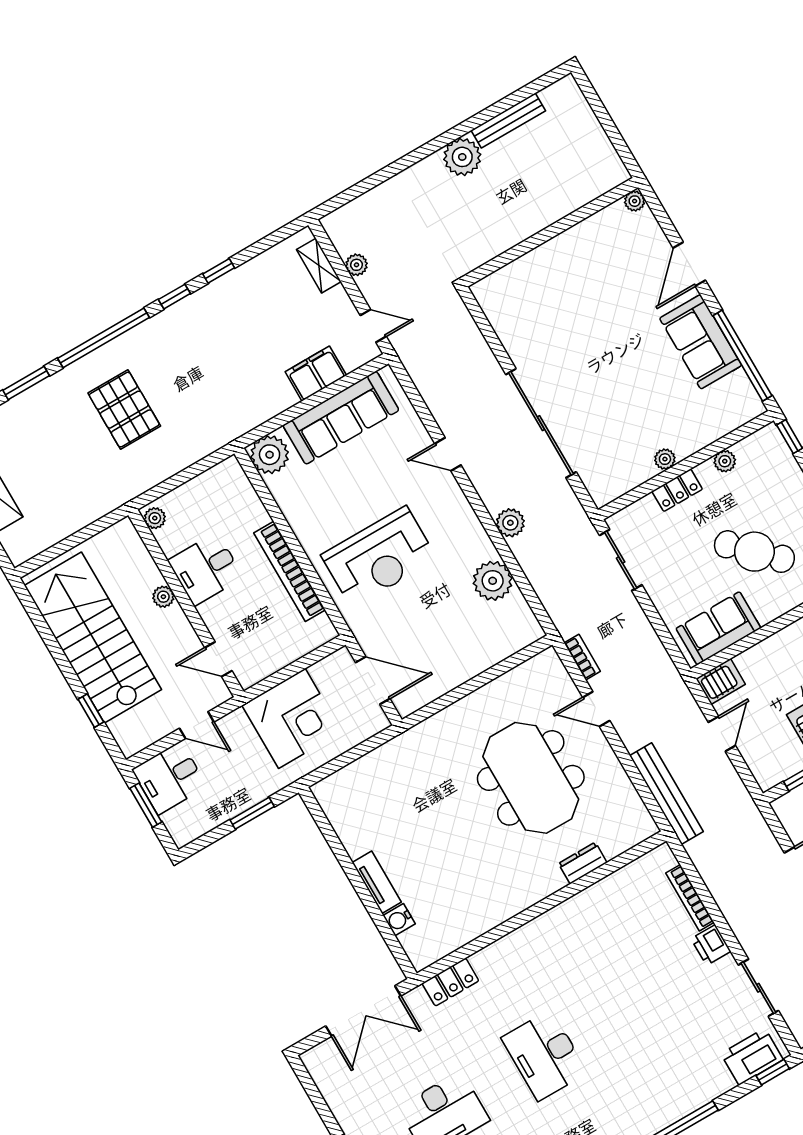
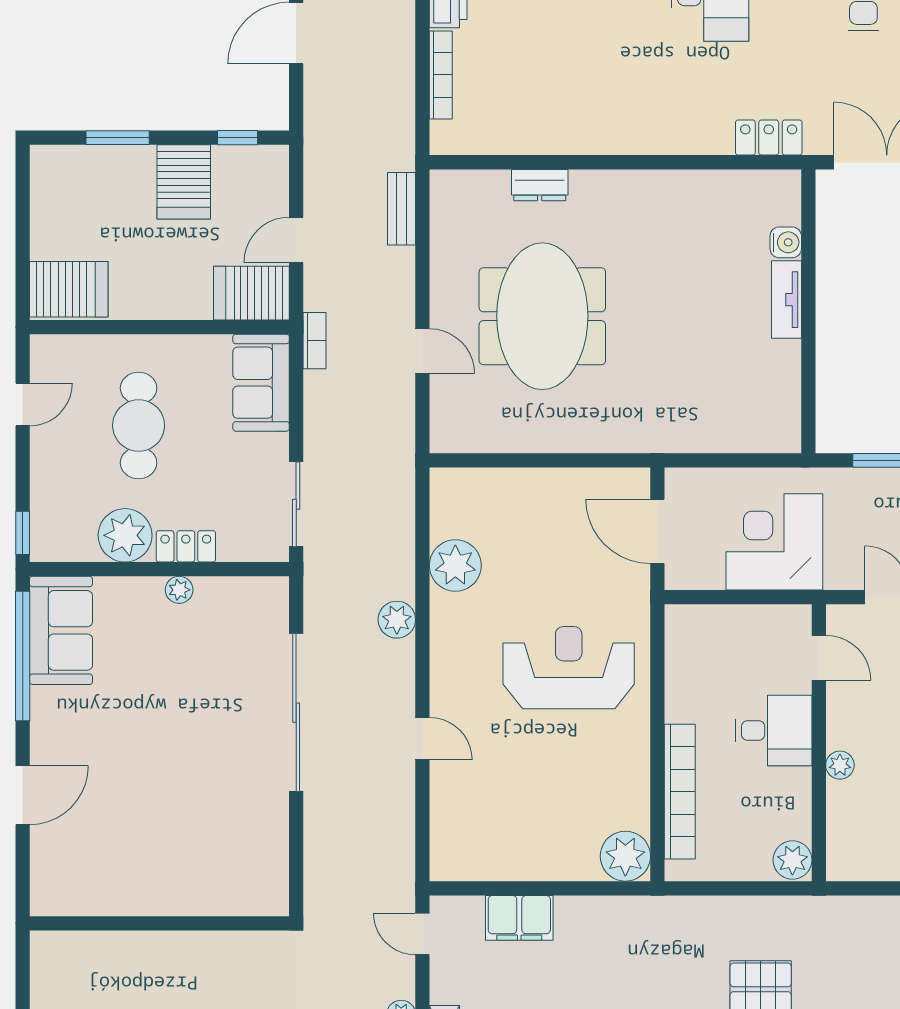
plant: (635, 201) -> (43, 903), removed
sofa: (701, 342) -> (61, 630), moved
sofa: (341, 418) -> (520, 851), removed
plant: (725, 461) -> (125, 535), width x1.87, depth x1.87
plant: (155, 518) -> (792, 860), width x1.38, depth x1.38
cafe table: (754, 552) -> (139, 425), turned 45
desk: (206, 569) -> (774, 731), moved
bookcase: (290, 571) -> (680, 792), moved
sofa: (718, 628) -> (261, 383), moved, turned 90
bookcase: (582, 657) -> (315, 341), moved, turned 180
server rack: (721, 681) -> (251, 293), width x1.36, depth x1.44
bench: (666, 794) -> (402, 209), width x0.54, depth x0.82

